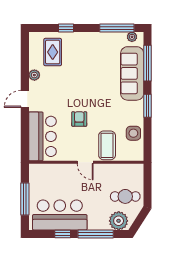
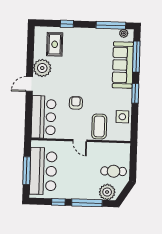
plant: (34, 75) -> (42, 68), width x1.88, depth x1.88
bar counter: (60, 215) -> (43, 171), moved, turned 90

